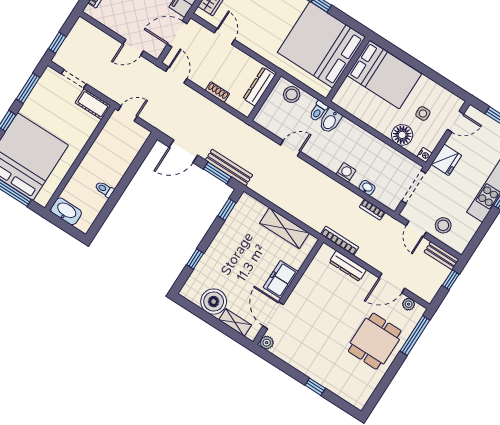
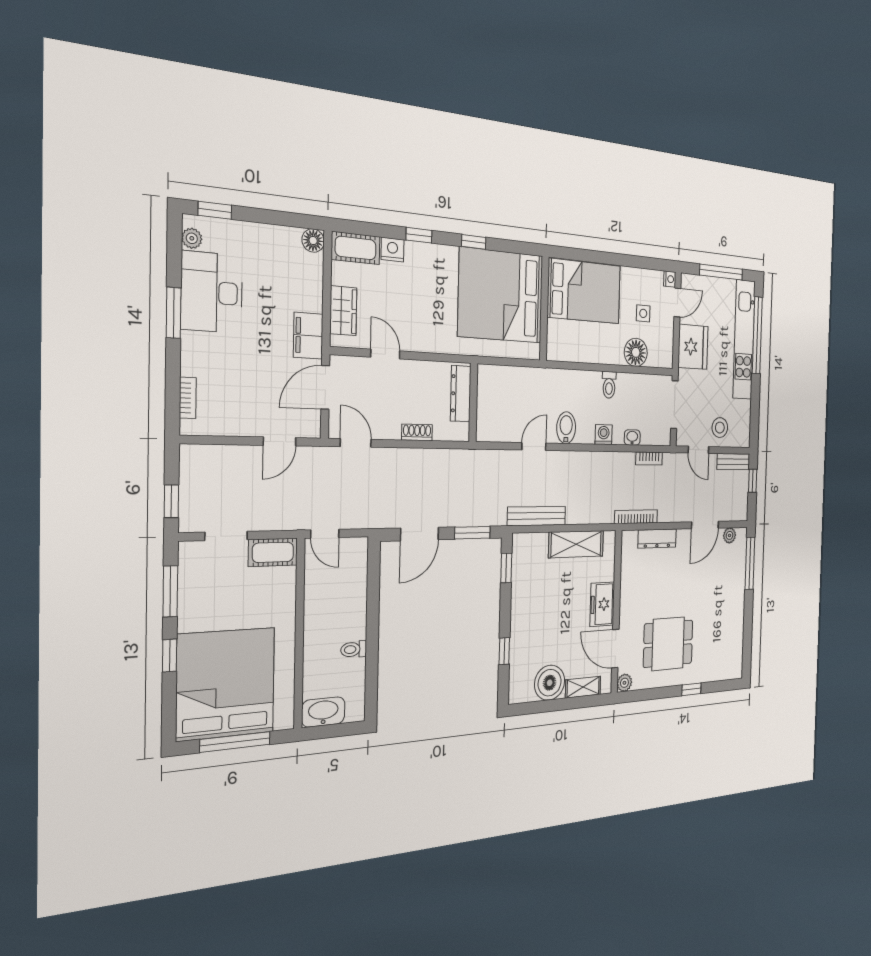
stool: (292, 94) -> (501, 380), removed
toilet: (318, 111) -> (609, 385), moved
door: (128, 113) -> (325, 534), swing flipped
bidet: (330, 121) -> (566, 428), moved, turned 180
nightstand: (425, 155) -> (670, 279), moved
fridge: (446, 160) -> (693, 347), width x1.36, depth x1.34
bench: (229, 168) -> (537, 516), moved
dining table: (375, 341) -> (668, 644), moved, turned 90

